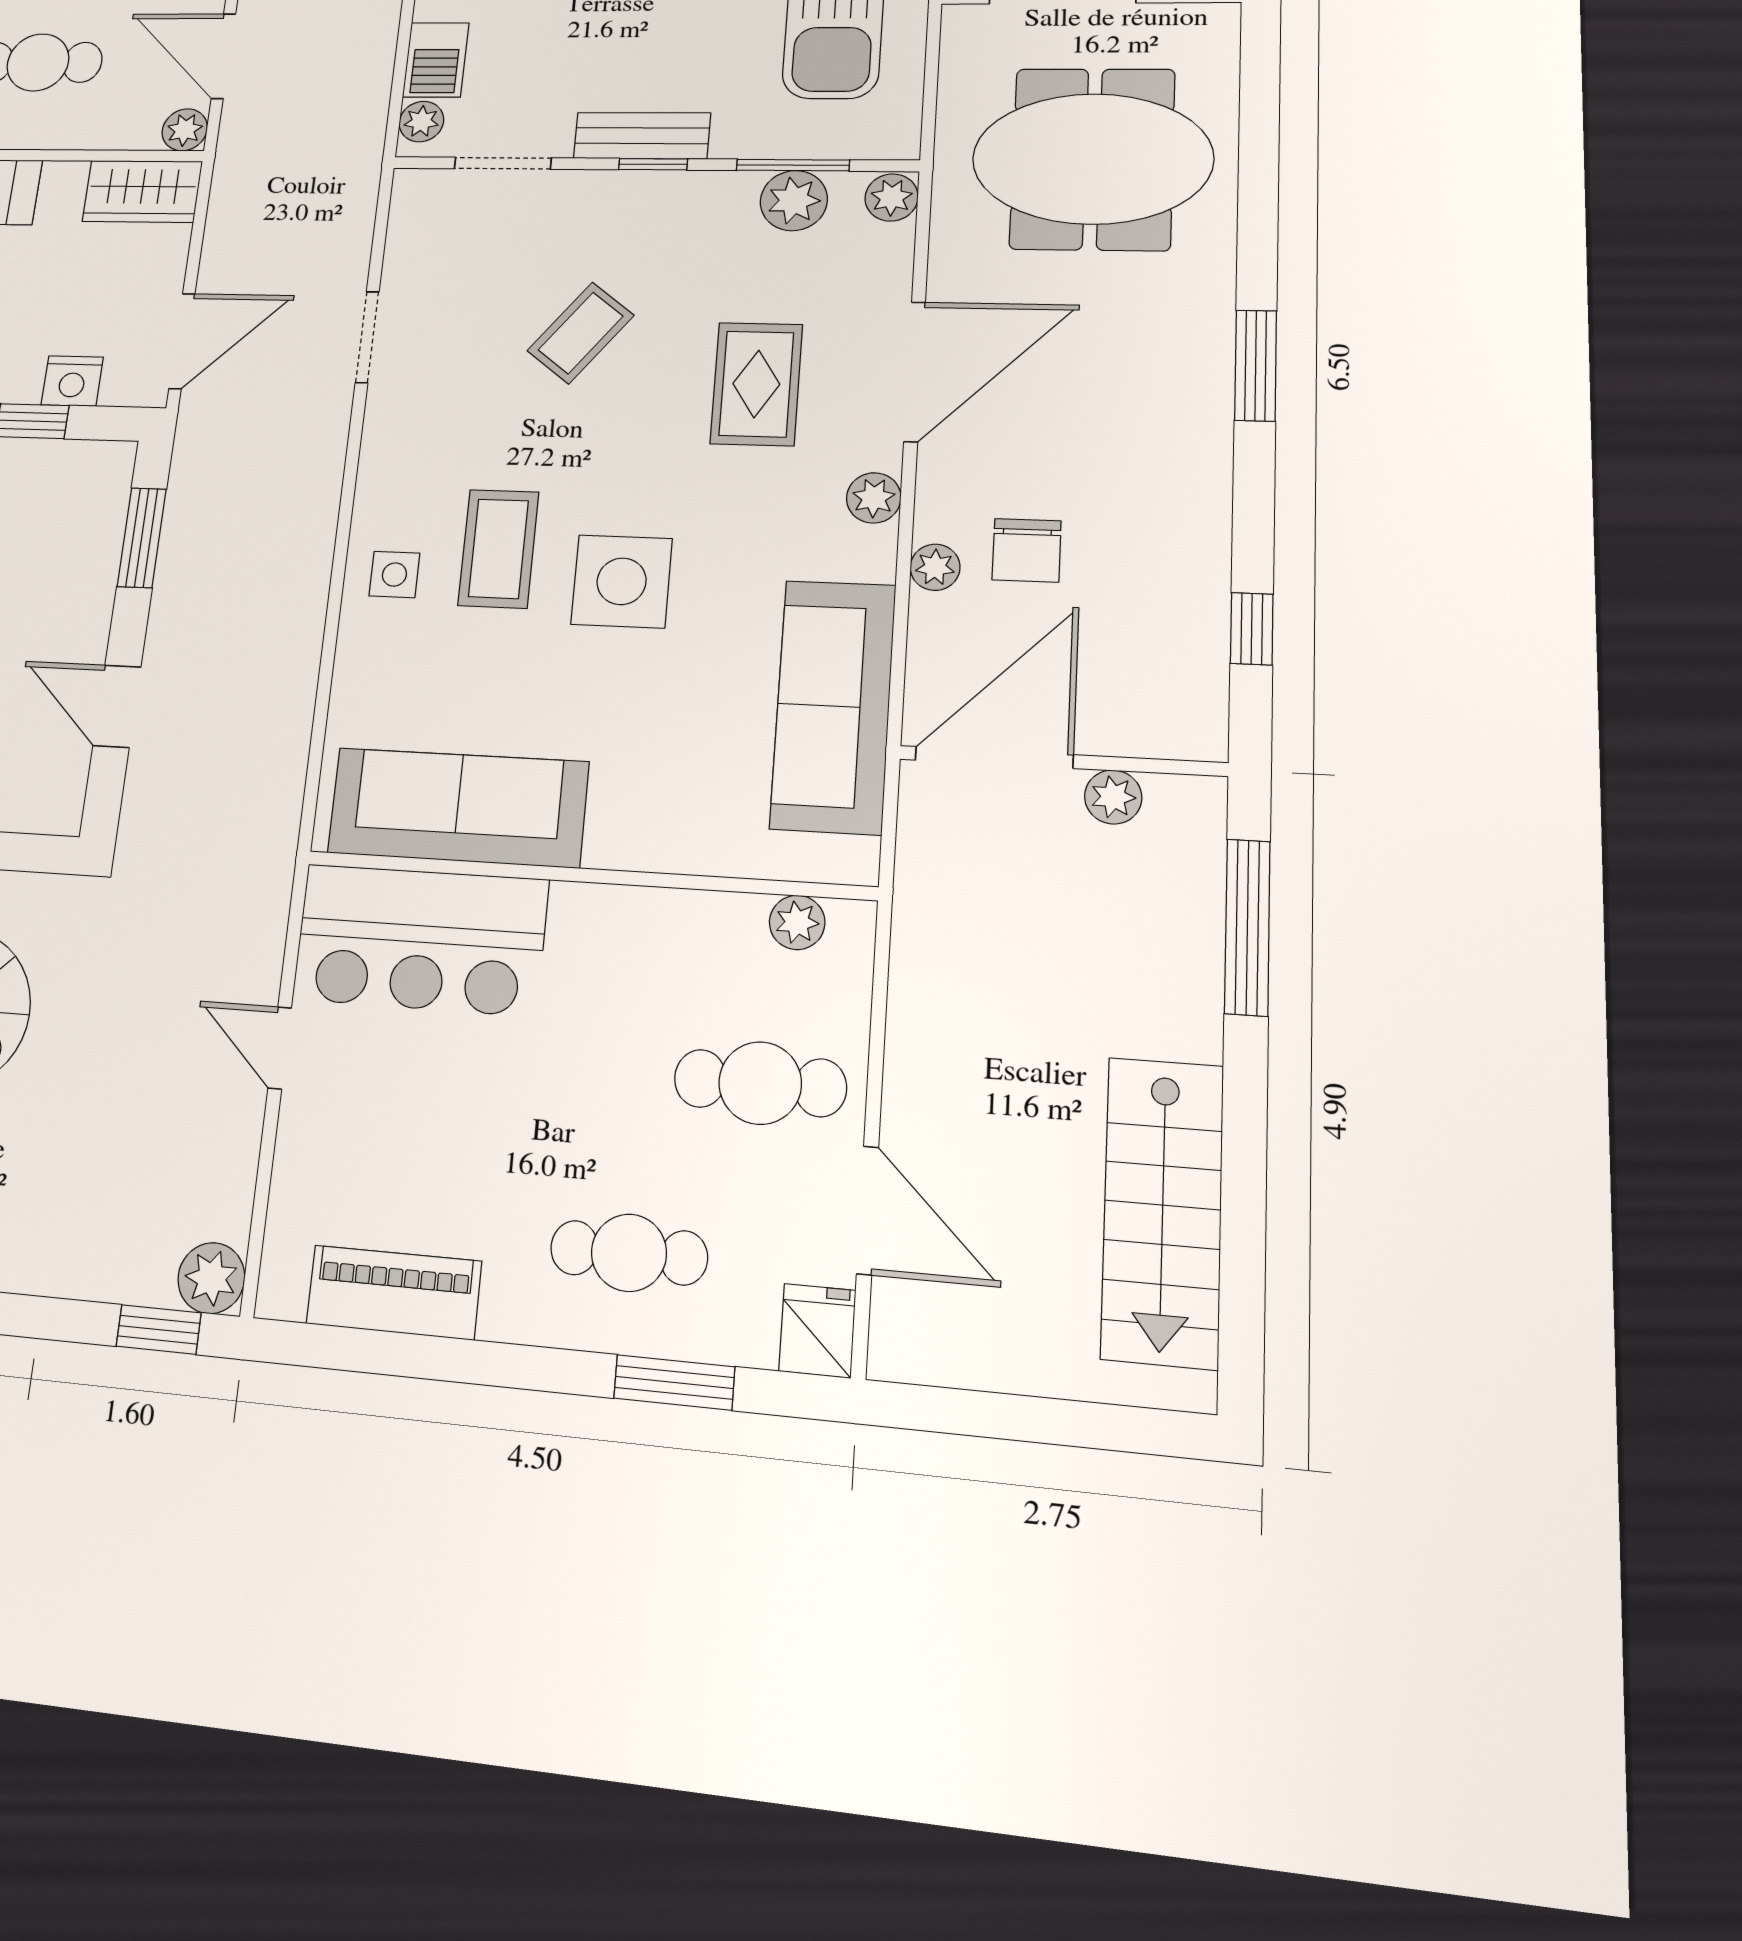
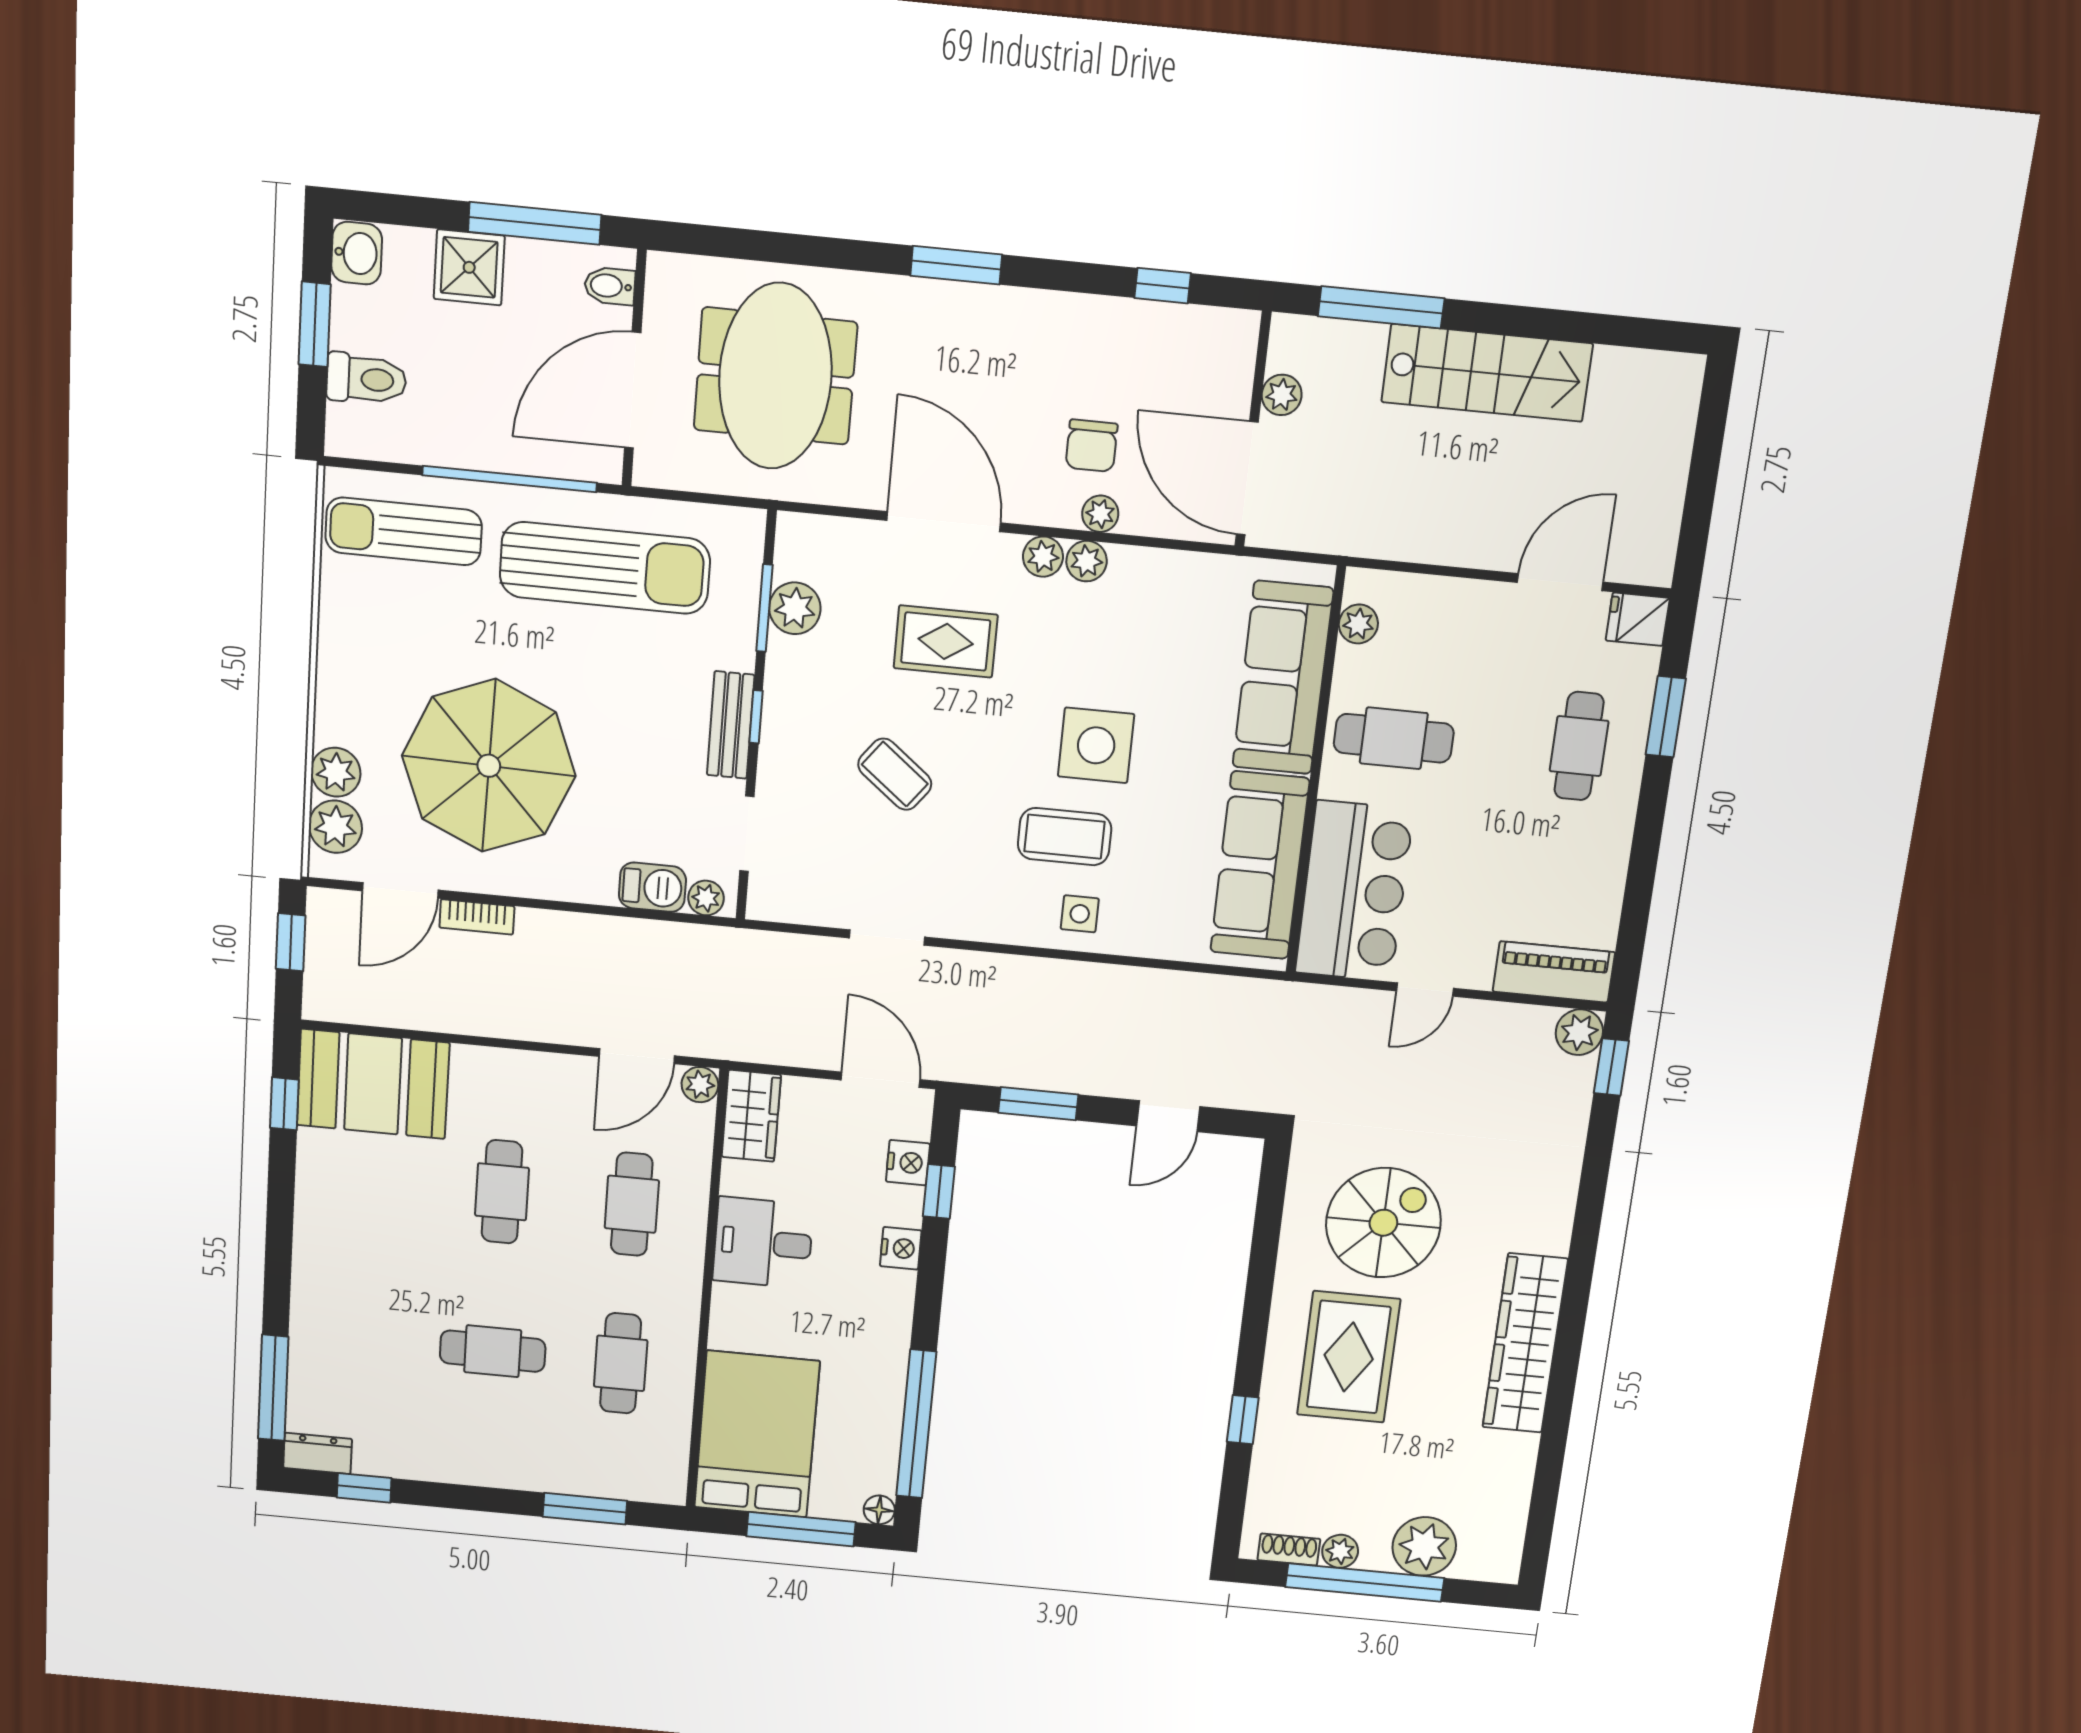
plant: (892, 198) -> (1087, 561), moved
chair: (1027, 550) -> (1092, 446), turned 90
sofa: (833, 706) -> (1283, 678), moved, turned 90
cafe table: (760, 1083) -> (1394, 738), moved, turned 90
stairs: (1163, 1211) -> (1487, 373), moved
piano: (394, 1292) -> (1554, 972), moved, turned 90

